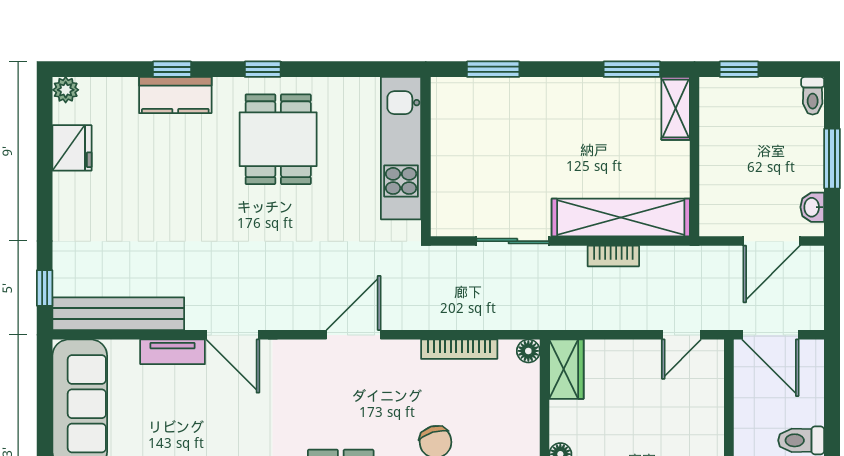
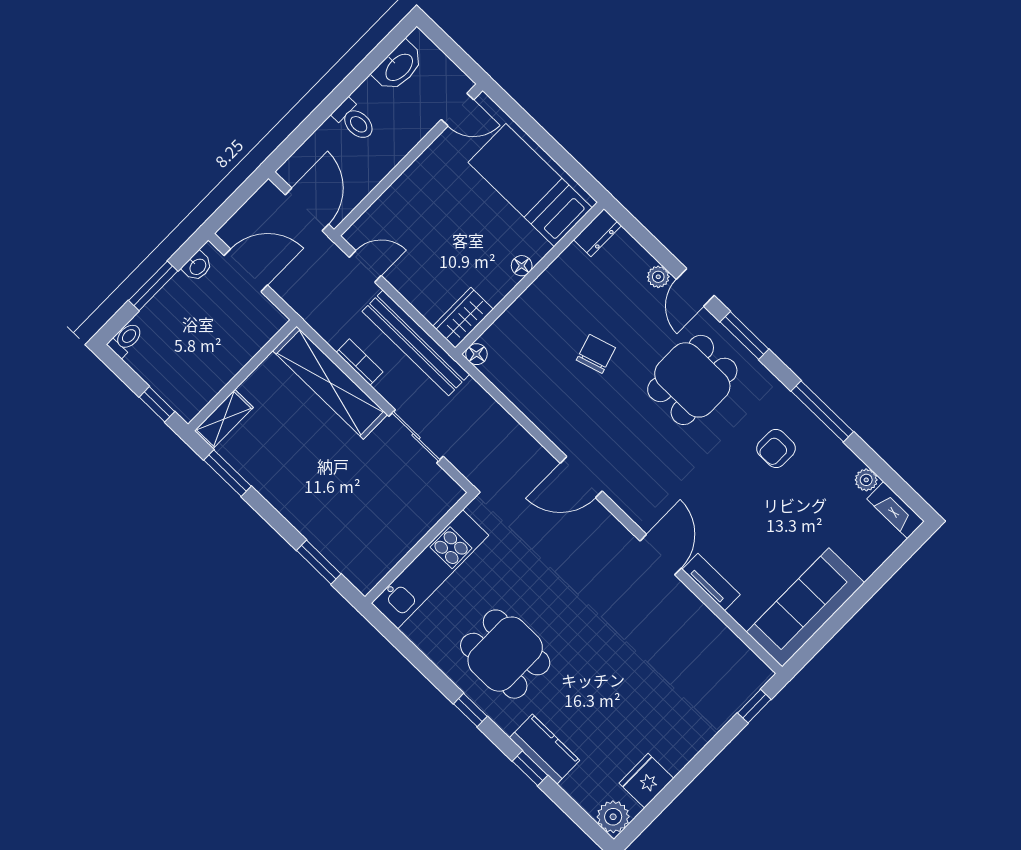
plant: (66, 90) -> (613, 817), width x1.38, depth x1.38
dining table: (278, 139) -> (505, 654), turned 90
bench: (118, 314) -> (416, 343), moved
bookcase: (459, 349) -> (521, 400), removed

